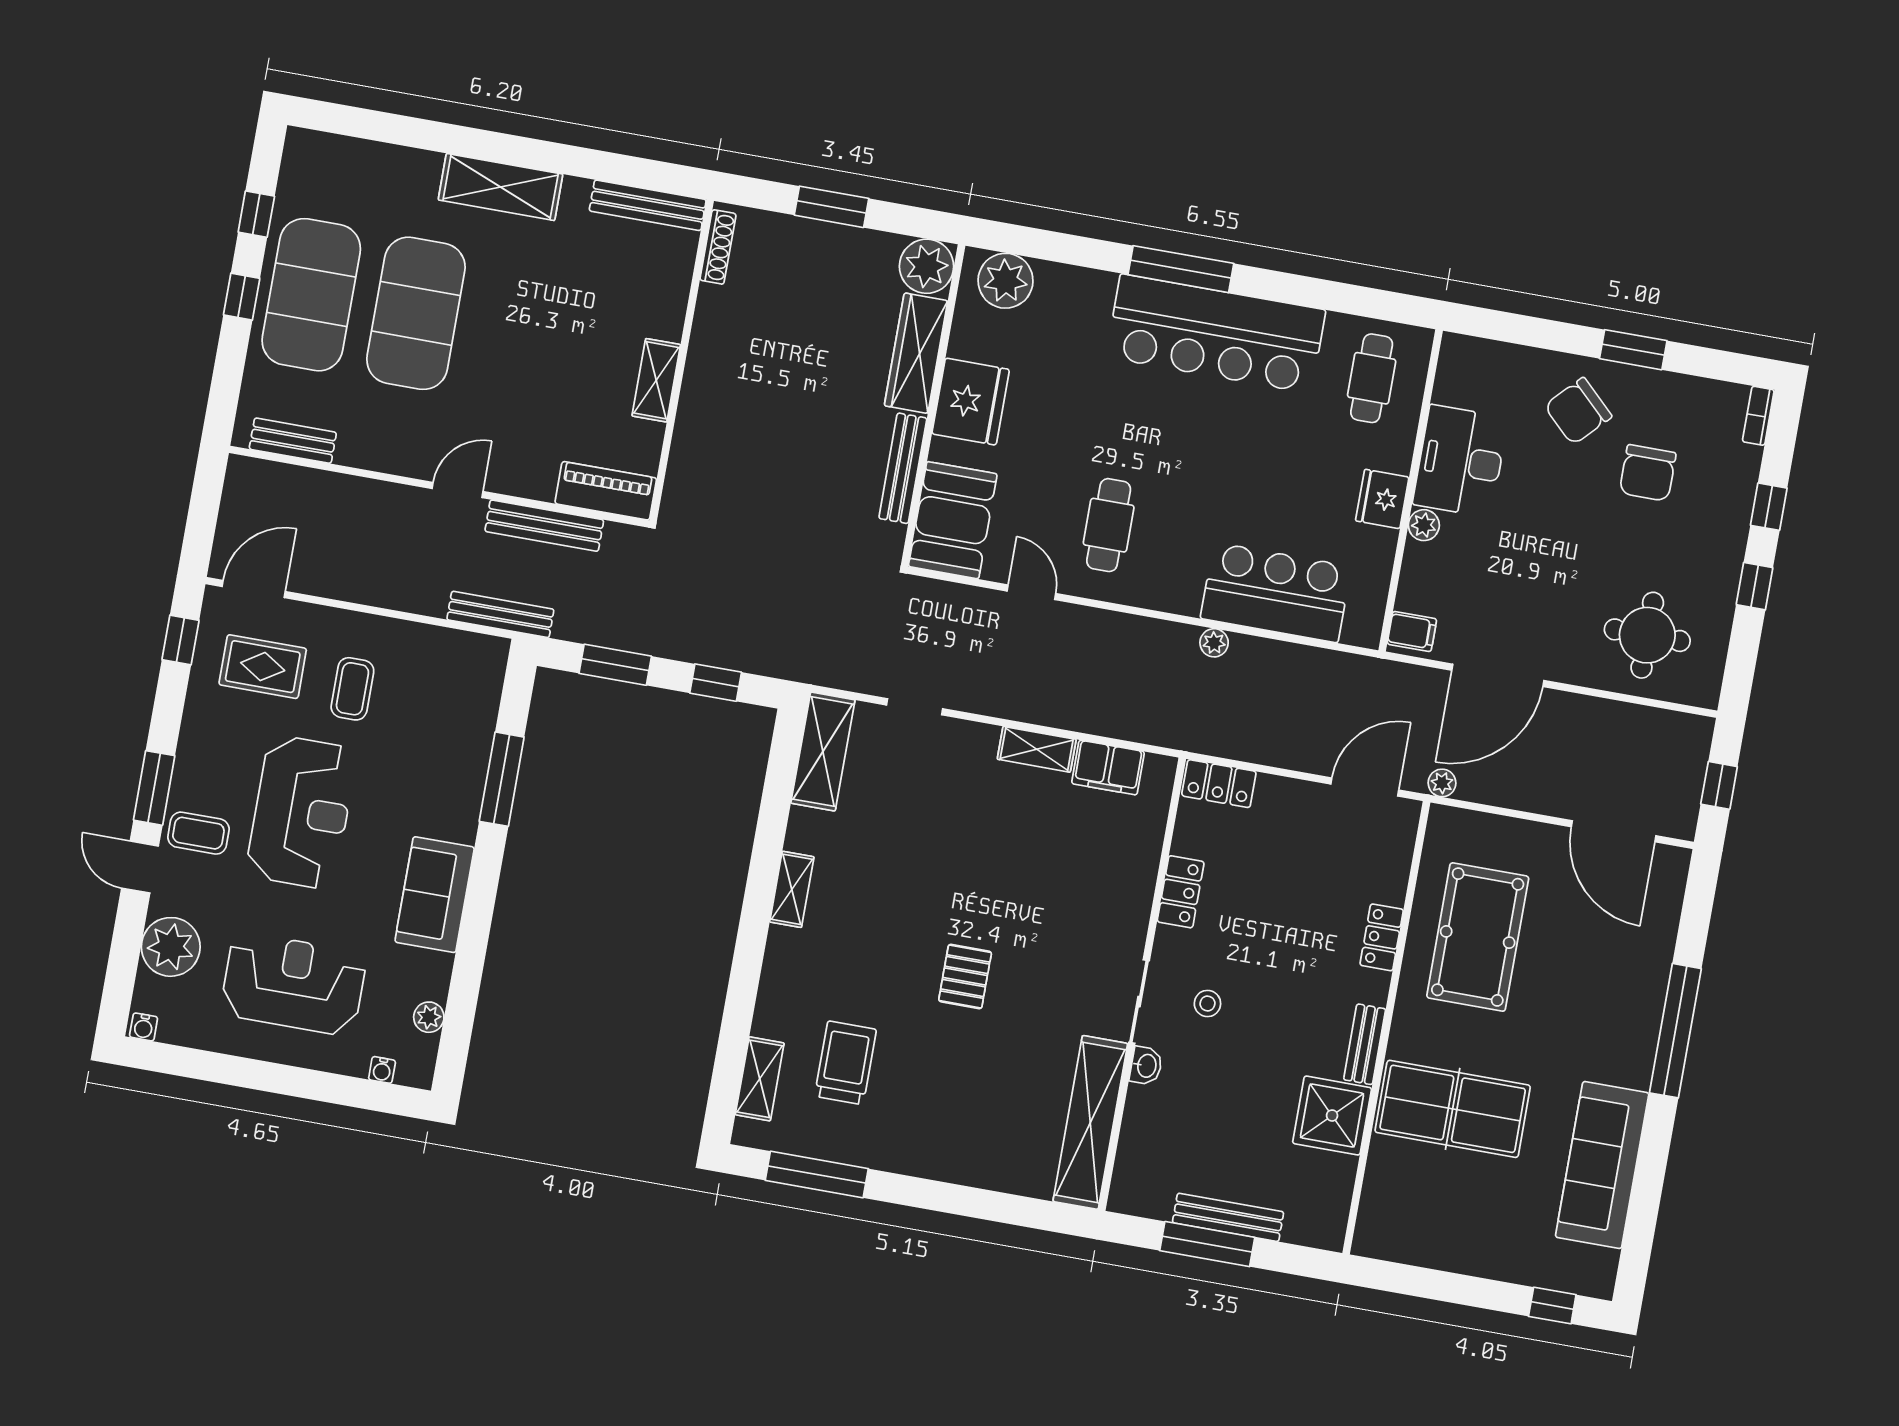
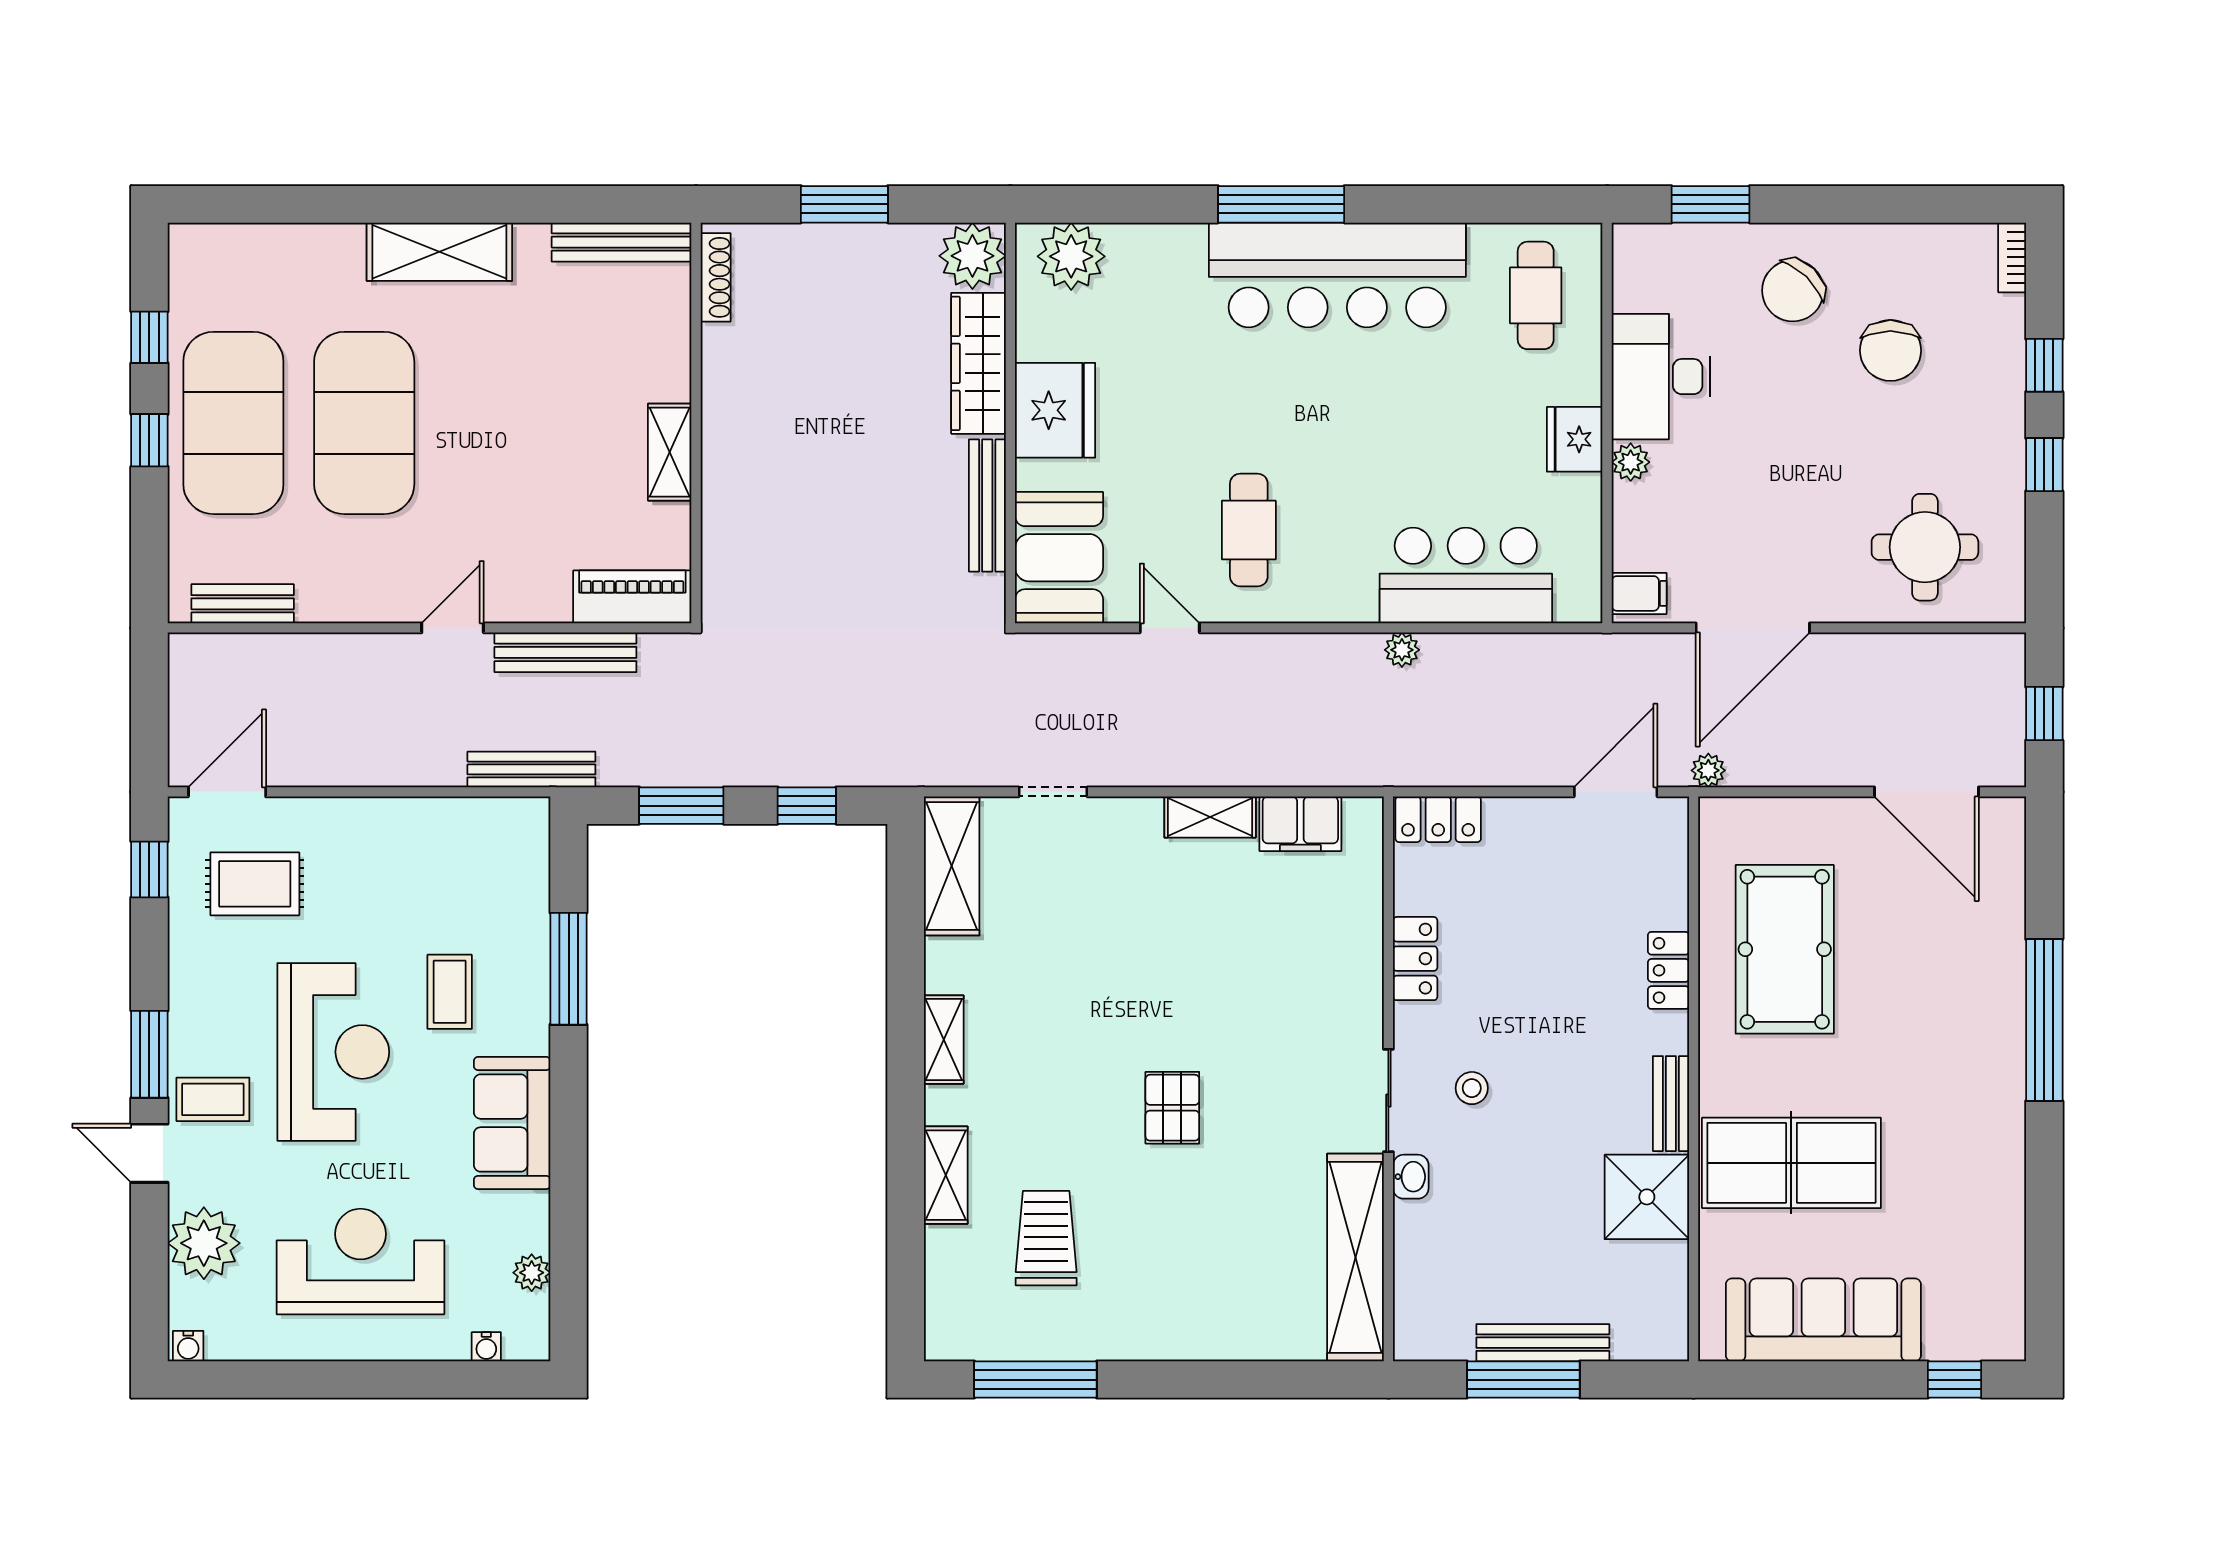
window: (1633, 350) -> (1710, 204), moved
coffee table: (352, 689) -> (450, 992), moved
shelving: (760, 1079) -> (946, 1175), moved
sofa: (1602, 1165) -> (1823, 1320), moved, turned 90

